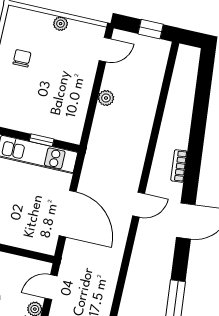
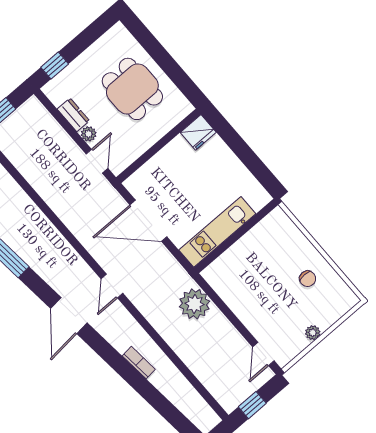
plant: (106, 98) -> (194, 304), moved, width x1.87, depth x1.87
window: (42, 140) -> (226, 244), removed
bookcase: (179, 166) -> (139, 363), moved

